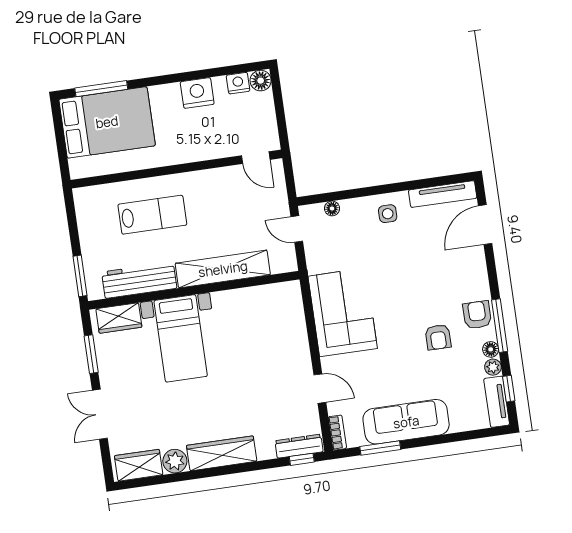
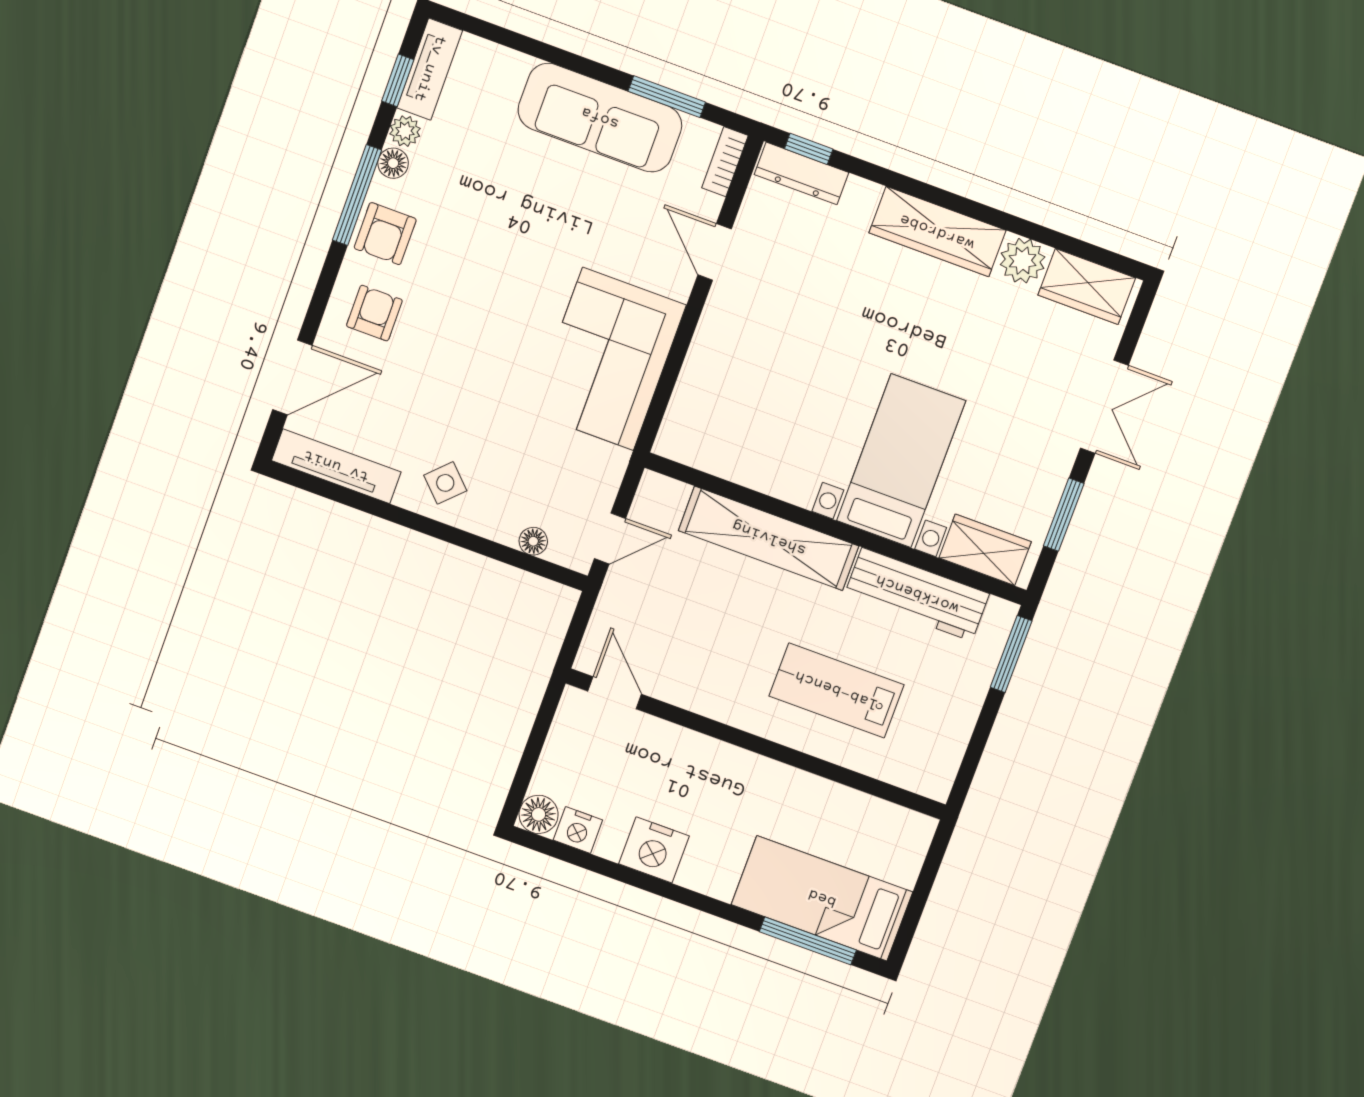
bed: (107, 122) -> (822, 898), width x0.67
side table: (388, 214) -> (445, 483), turned 45
door: (297, 229) -> (610, 539), hinge flipped
armchair: (438, 337) -> (374, 313), moved

